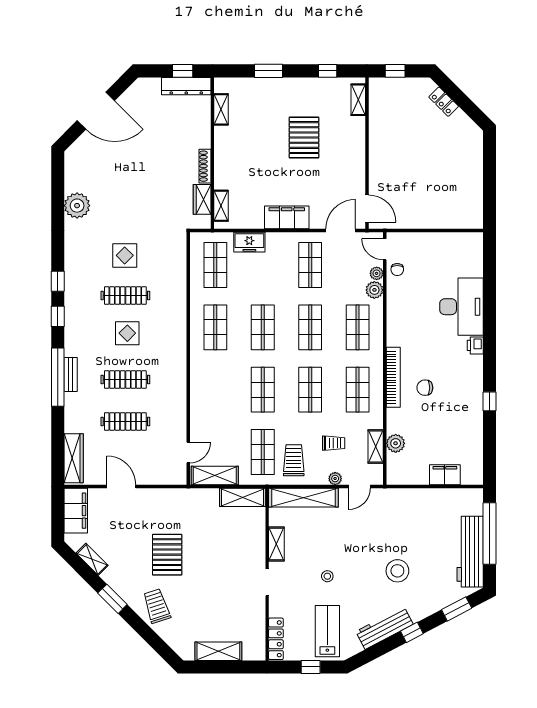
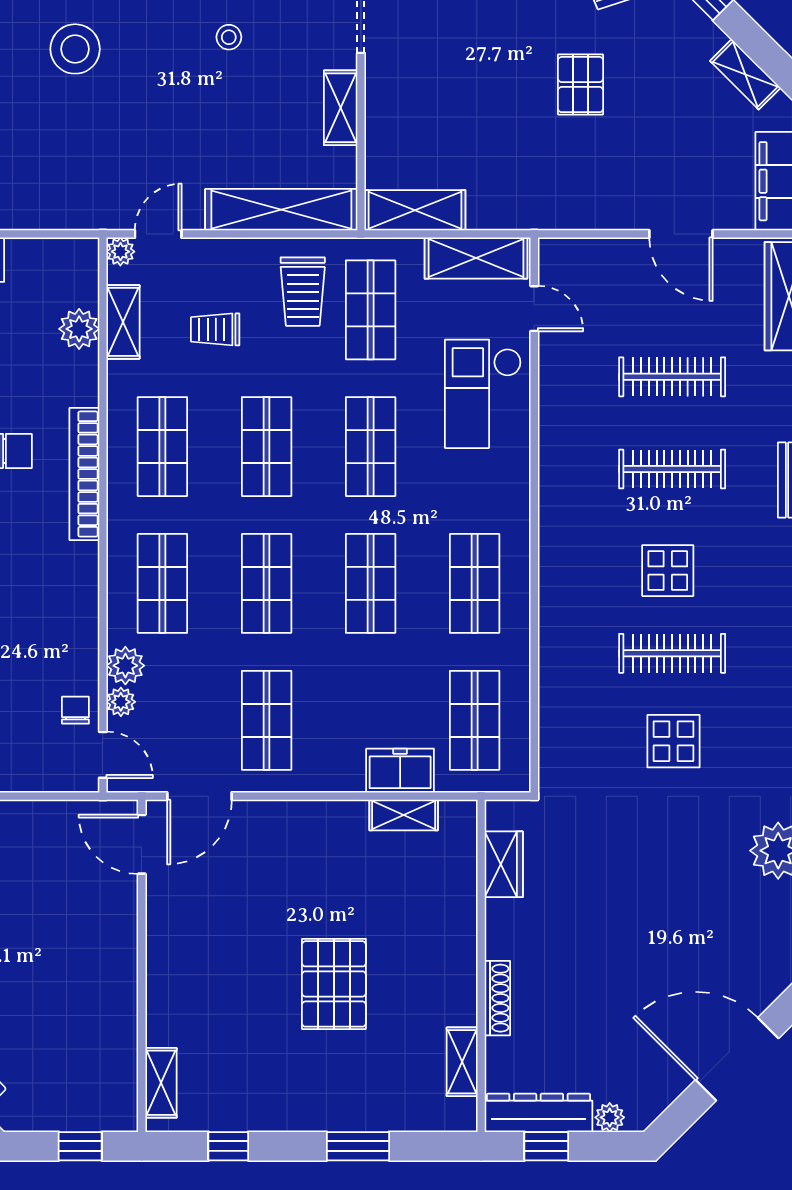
plant: (154, 84) -> (610, 1117), added
pallet: (304, 138) -> (334, 984), moved
shoe rack: (205, 166) -> (497, 998), moved
shelving: (221, 206) -> (404, 815), moved, turned 90
filing cabinet: (287, 217) -> (318, 825), removed
checkout: (212, 414) -> (483, 394), added
door: (188, 453) -> (534, 309), swing flipped
plant: (335, 479) -> (120, 252), moved
pallet: (167, 555) -> (581, 85), width x0.67, depth x0.71

